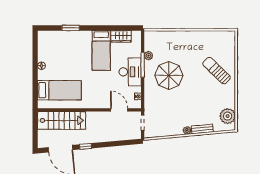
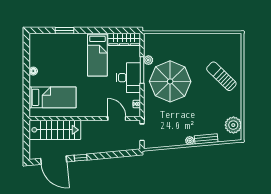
wardrobe: (121, 36) -> (124, 39), width x1.50
parasol: (169, 75) -> (170, 81), width x1.36, depth x1.36

